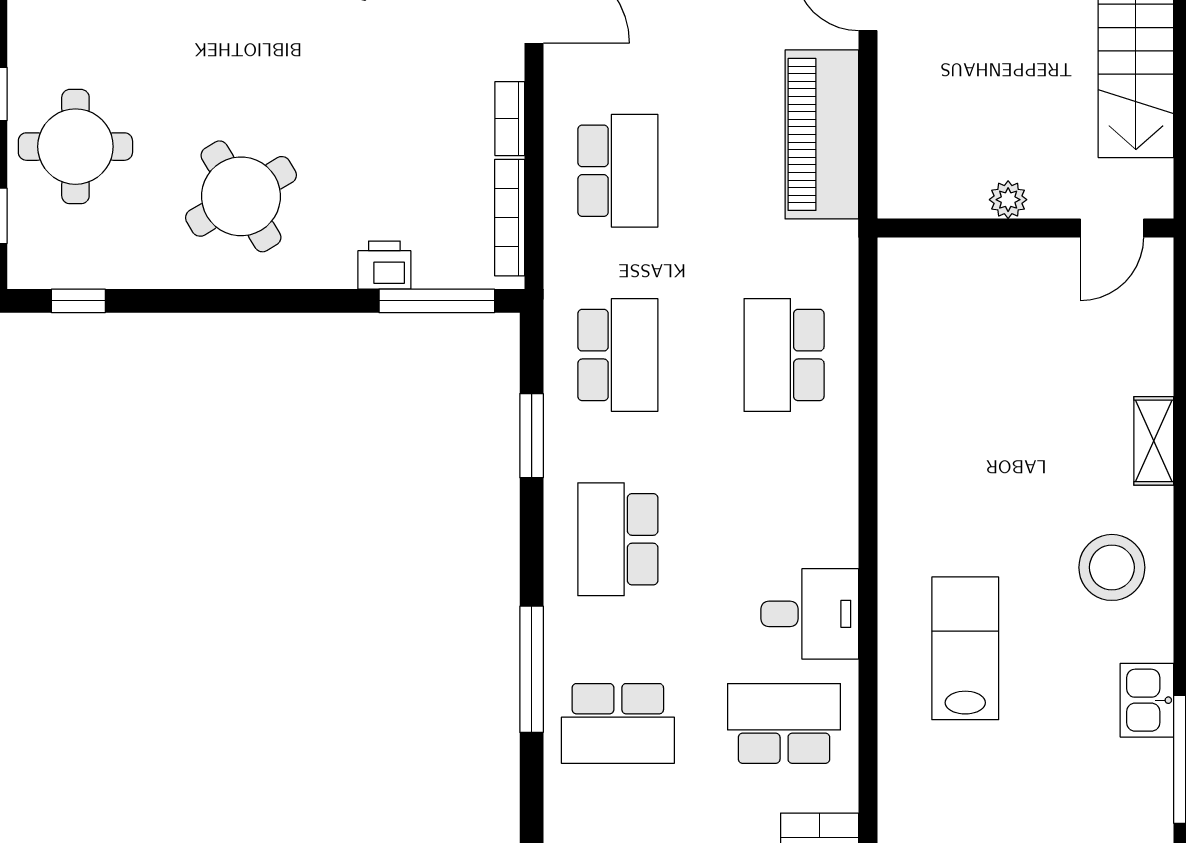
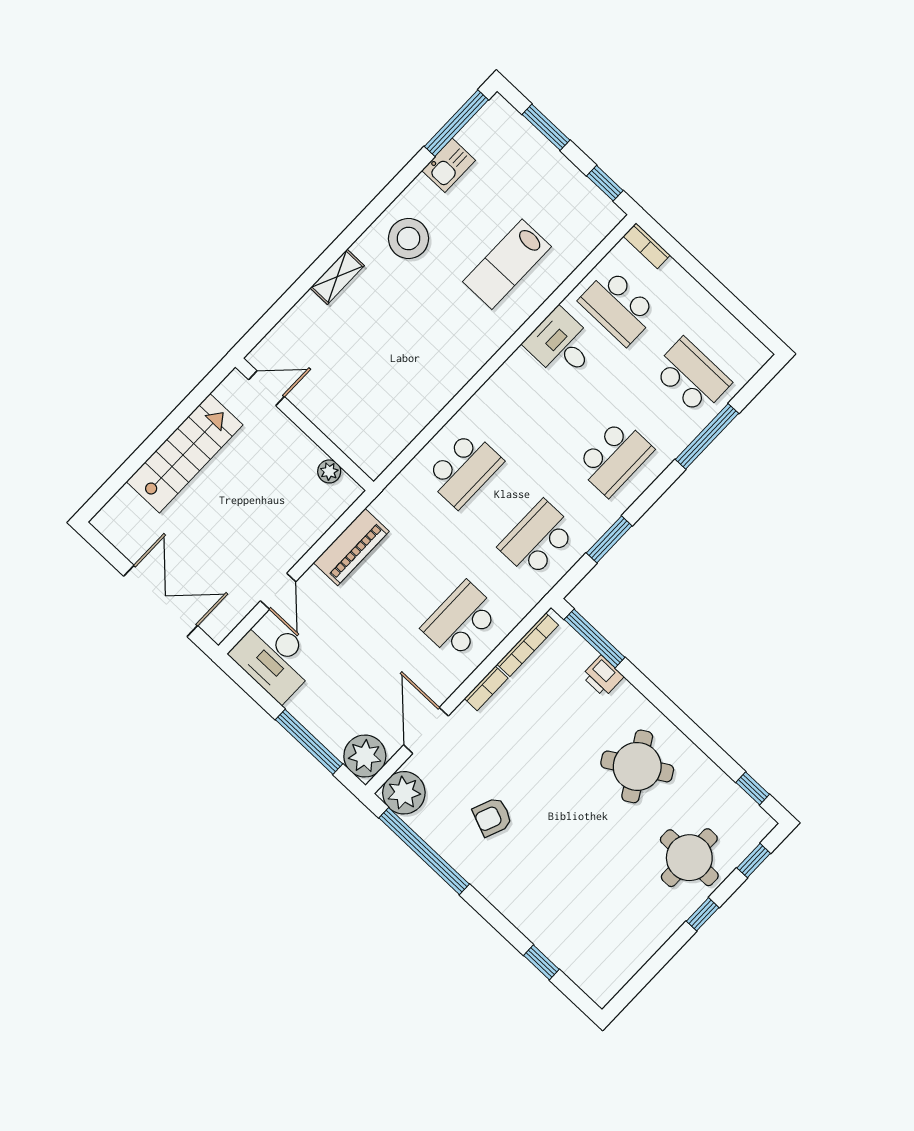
piano: (822, 134) -> (351, 547), width x0.73, depth x0.75
plant: (1008, 200) -> (329, 471), moved

